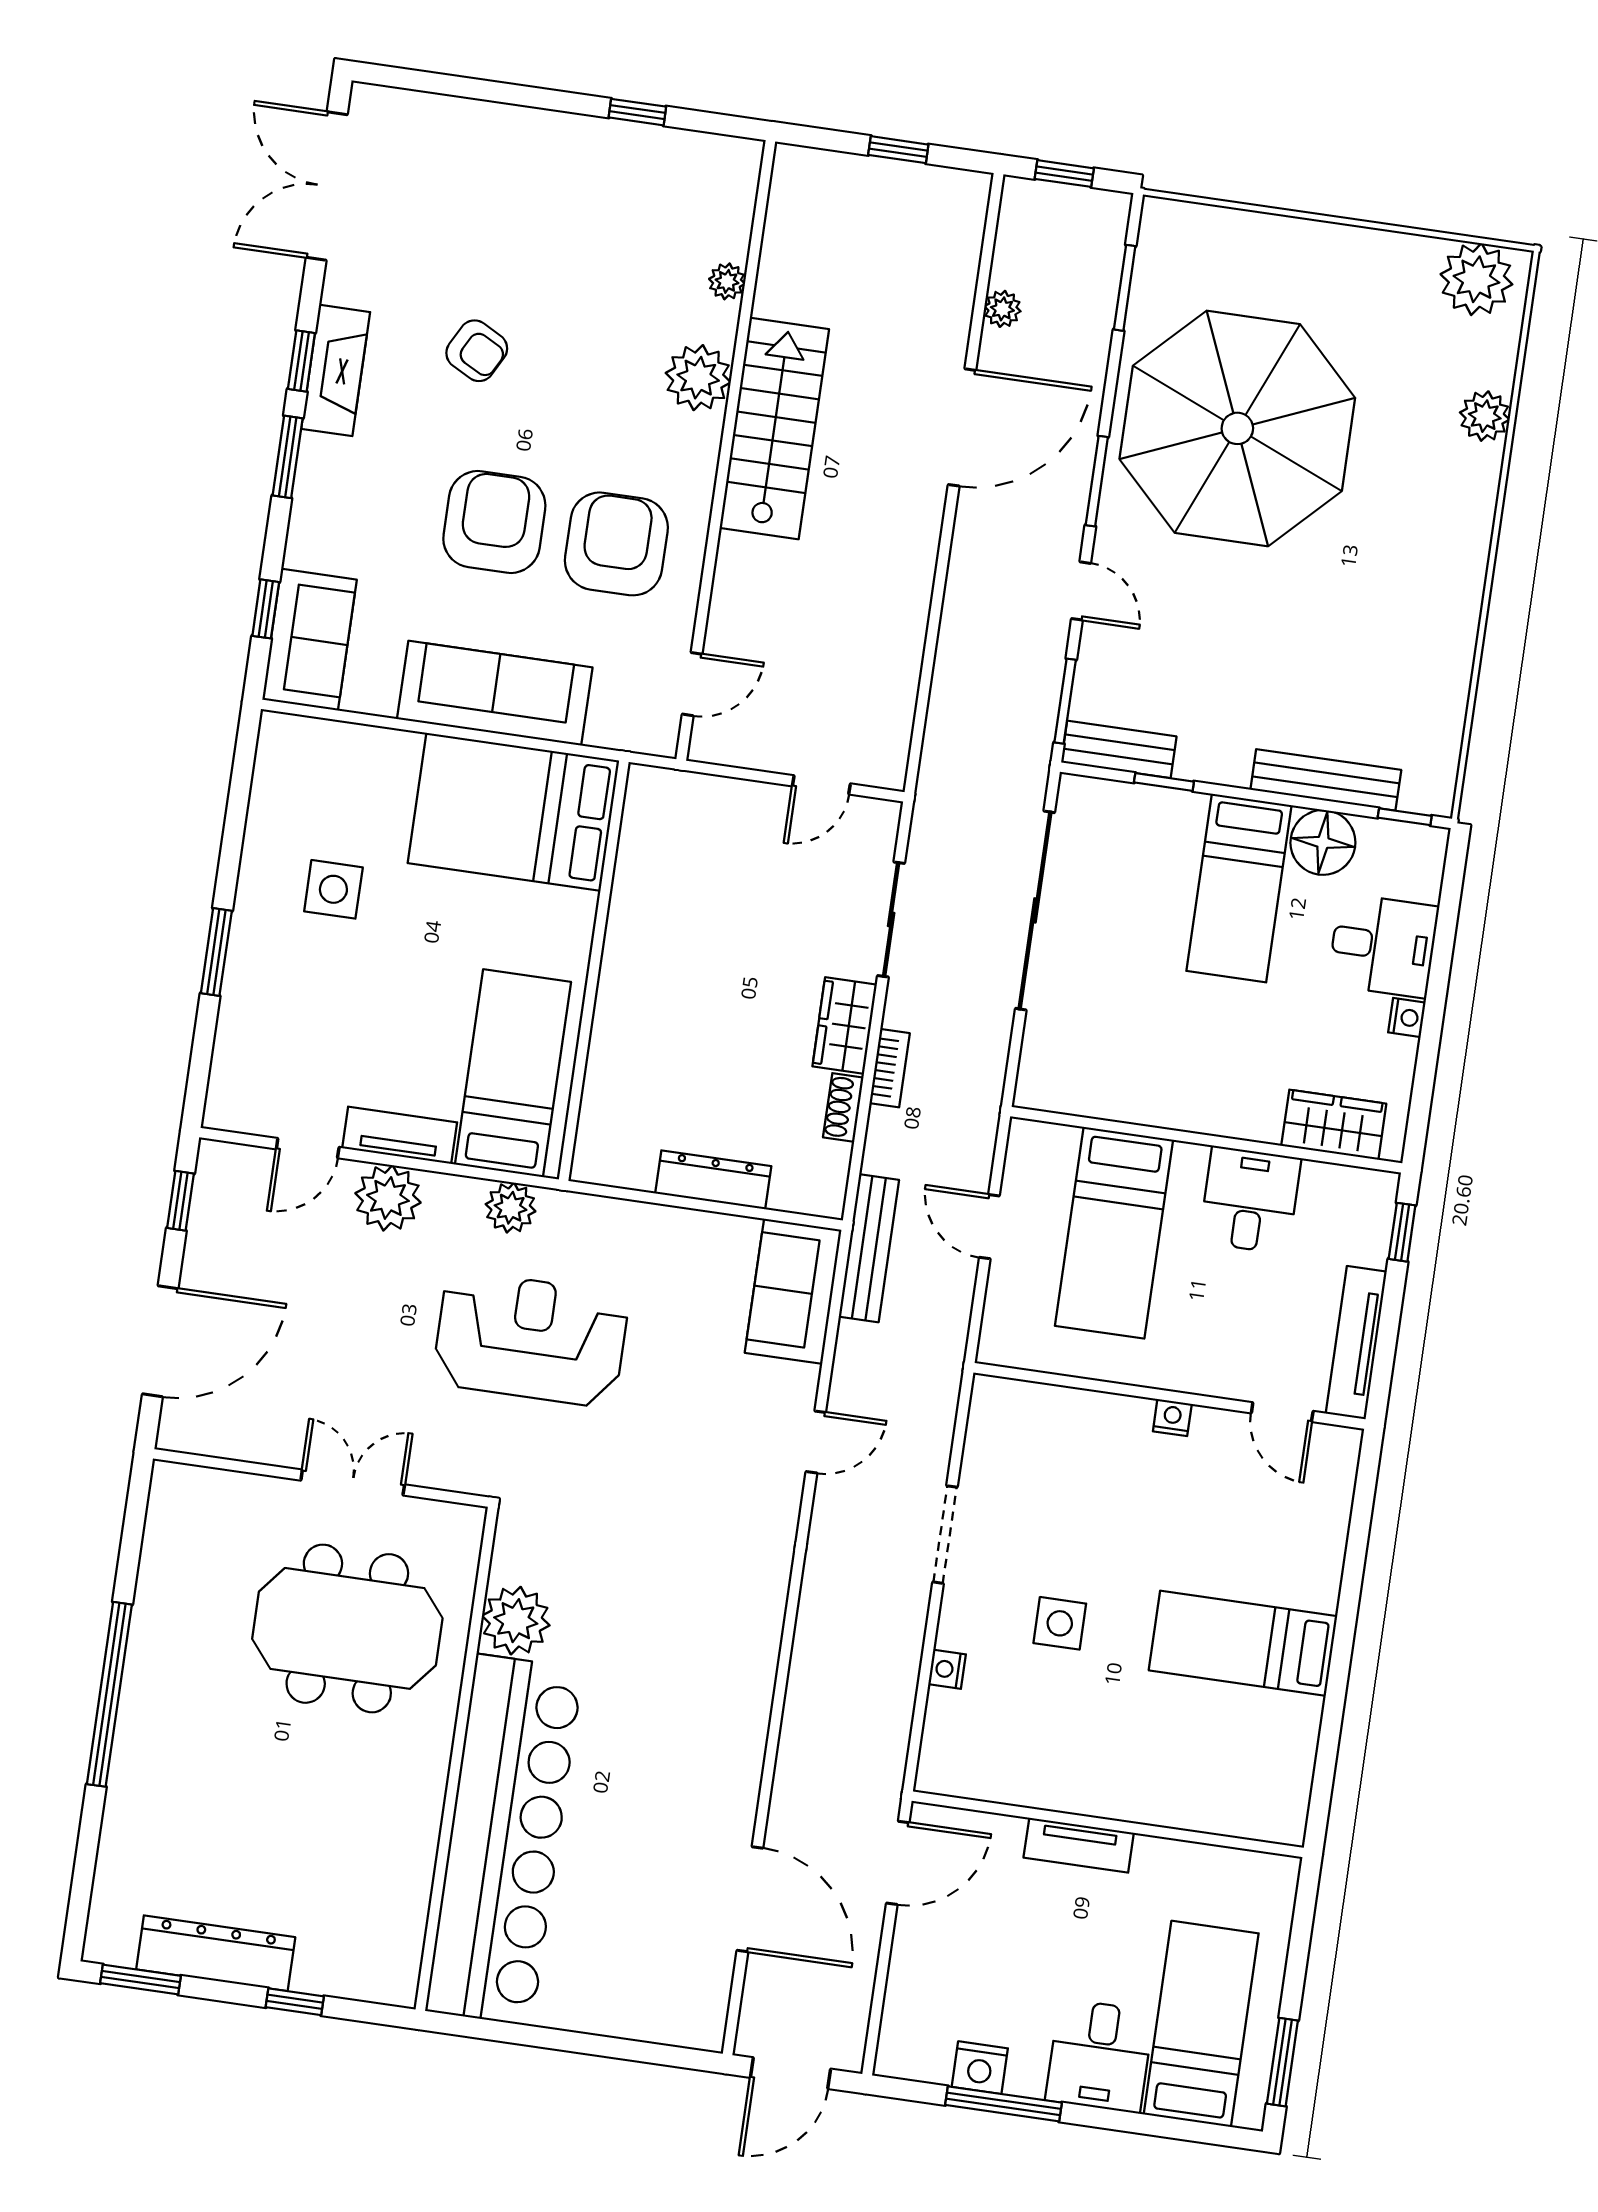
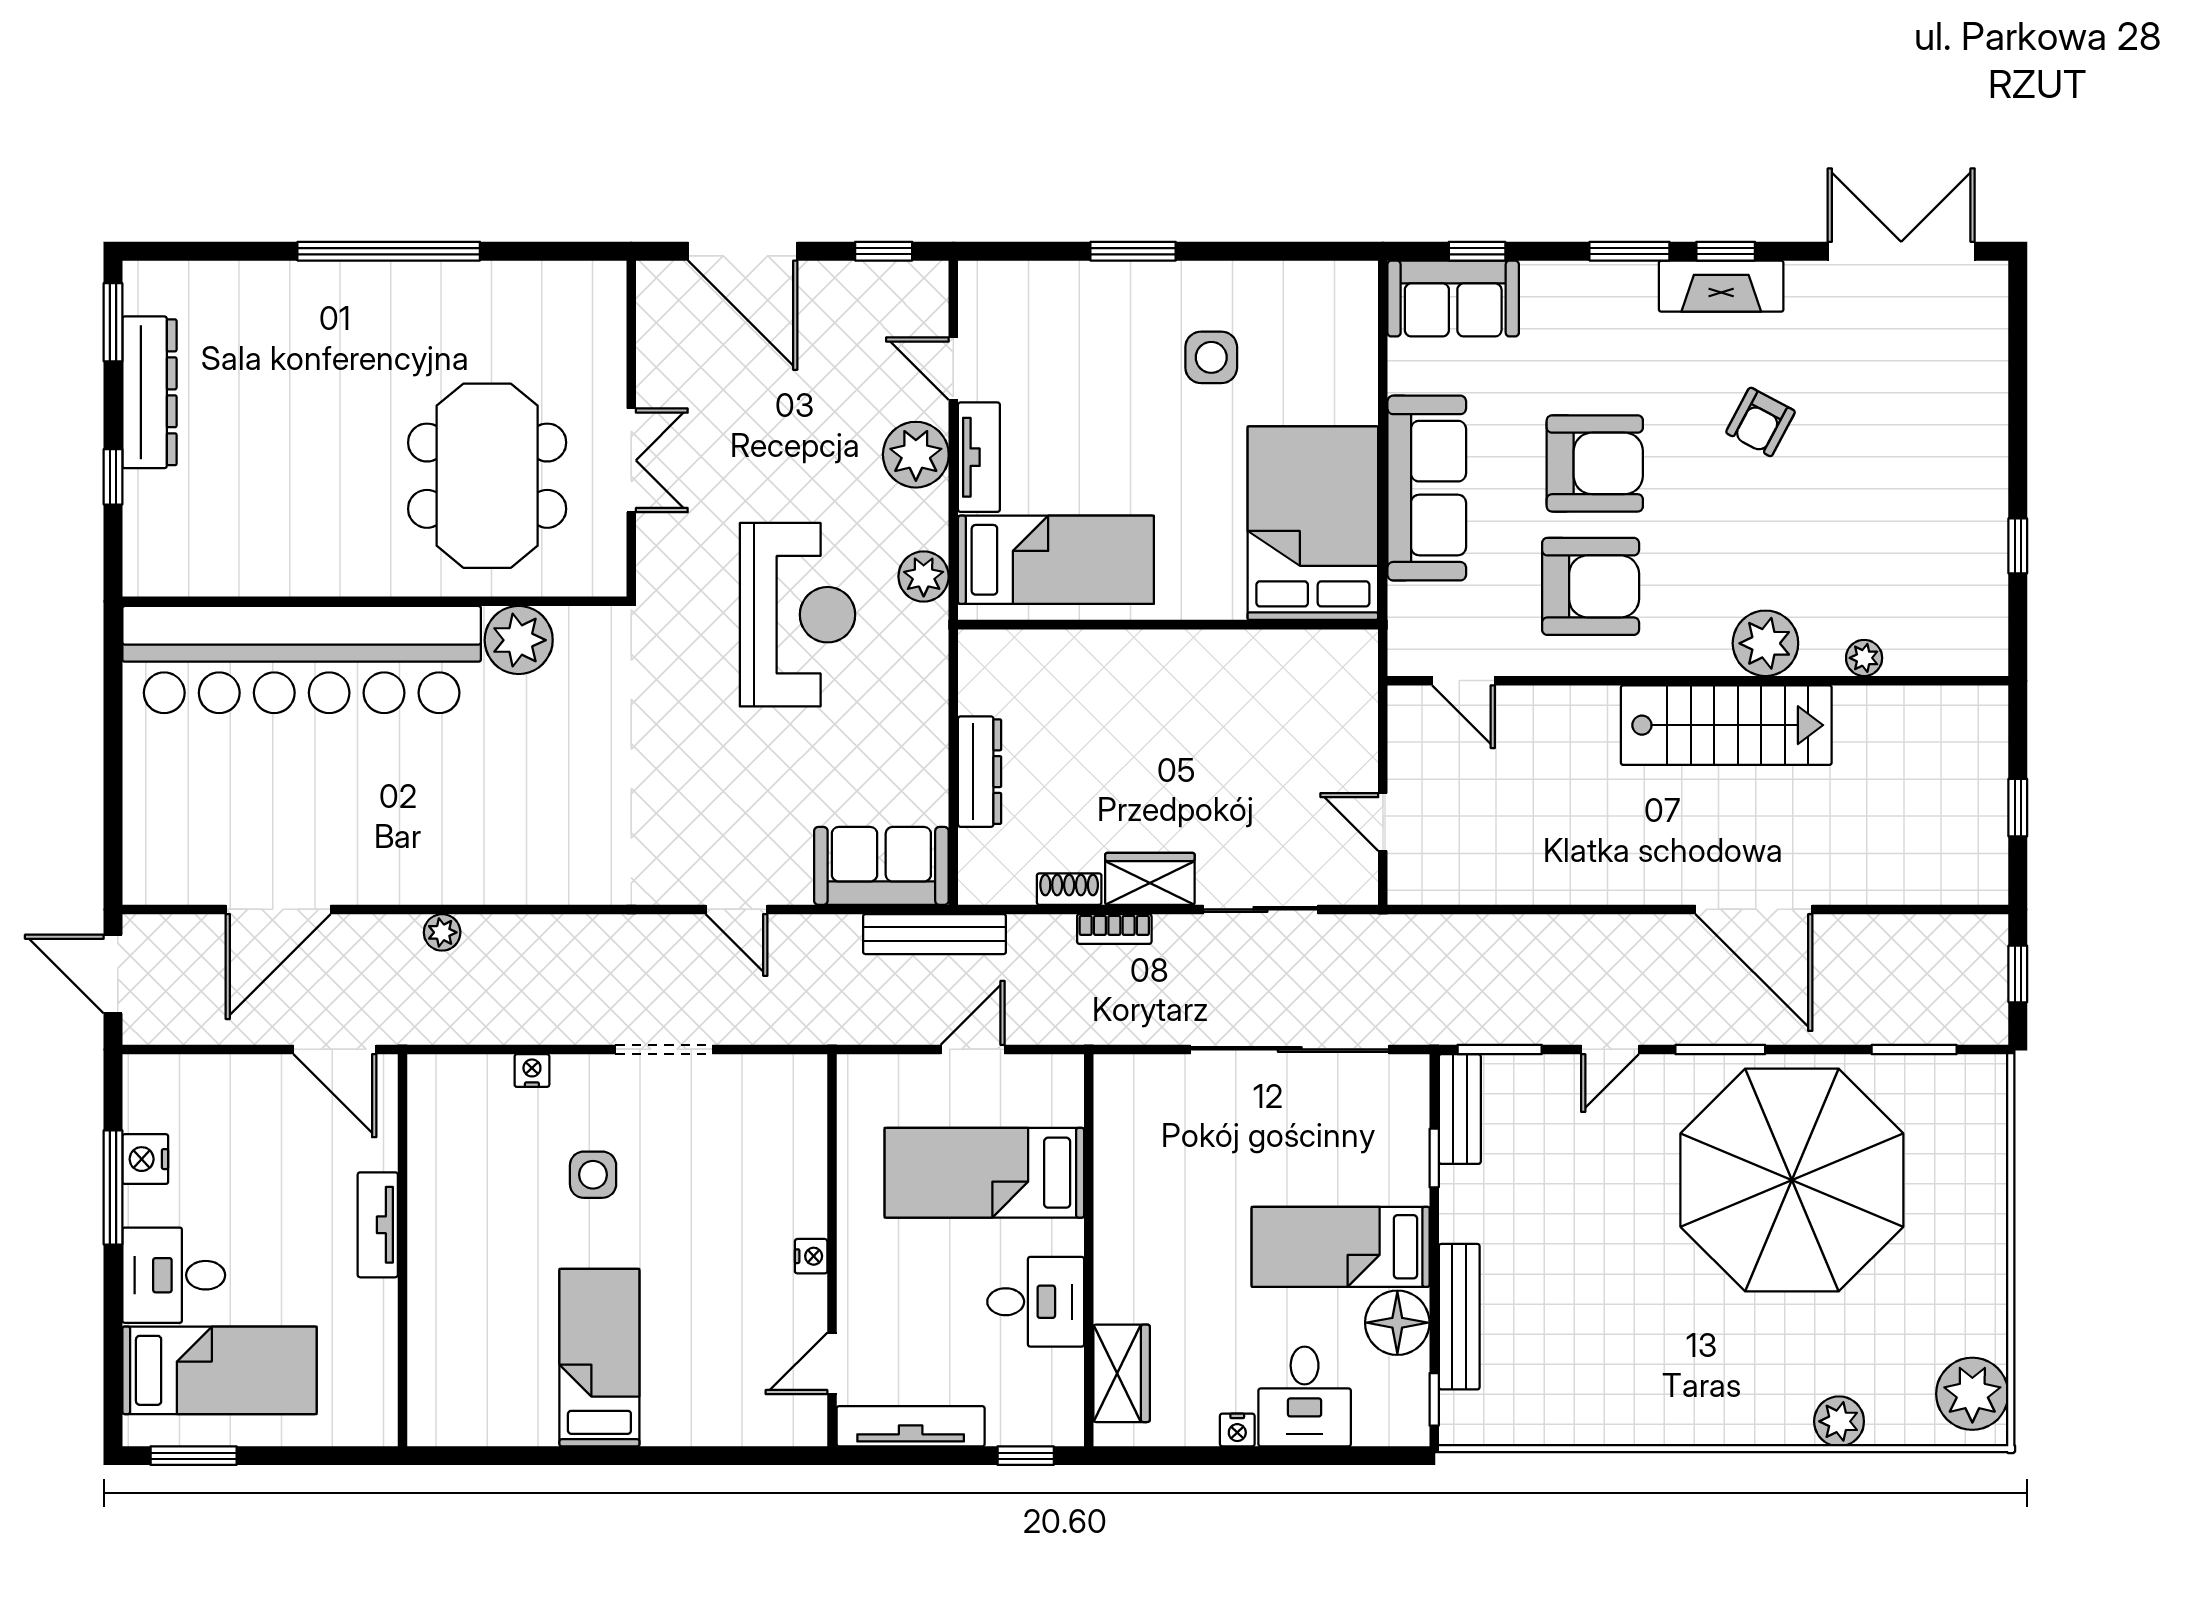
plant: (1002, 309) -> (442, 932), moved

